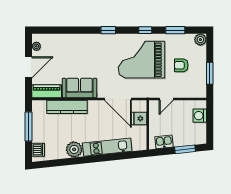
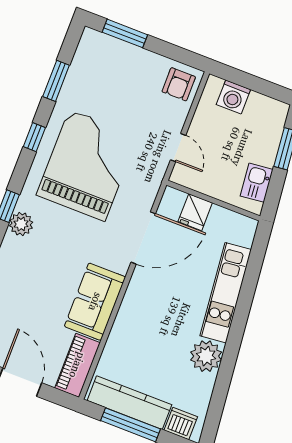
plant: (200, 40) -> (21, 224), moved
grand piano: (142, 60) -> (87, 165), turned 180
armchair: (181, 65) -> (179, 84), moved
window: (210, 73) -> (125, 33), moved
kitchen counter: (67, 107) -> (129, 403), moved, turned -90

